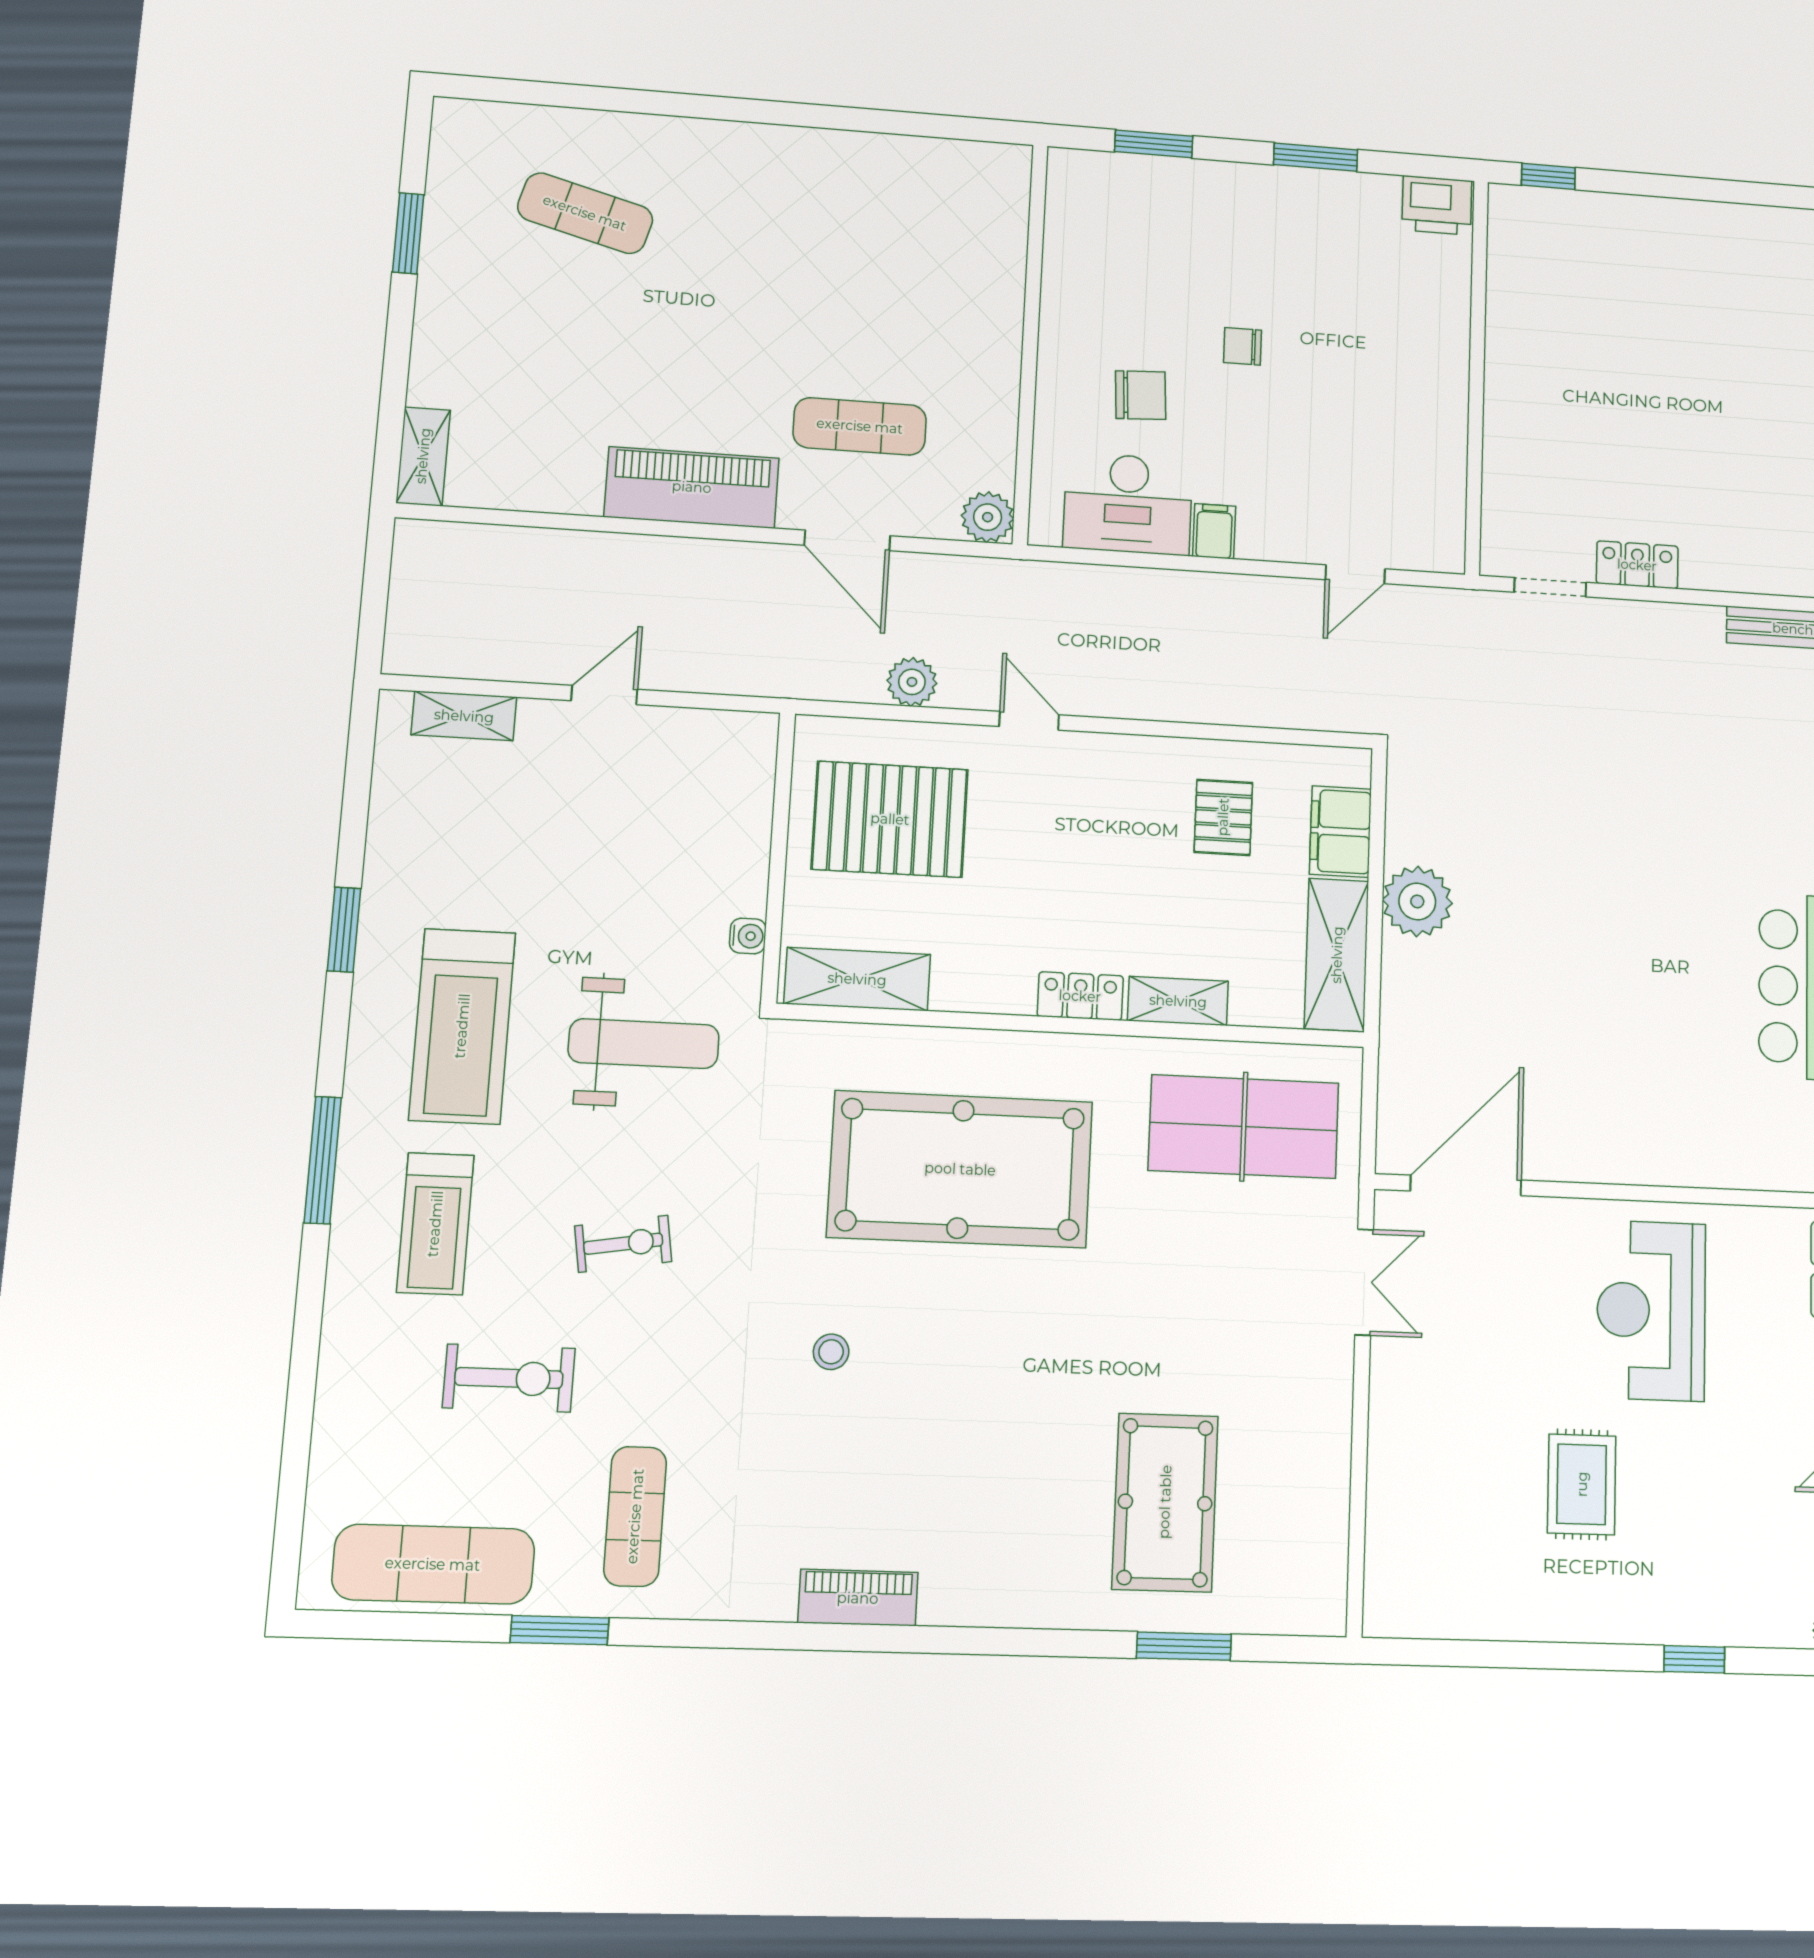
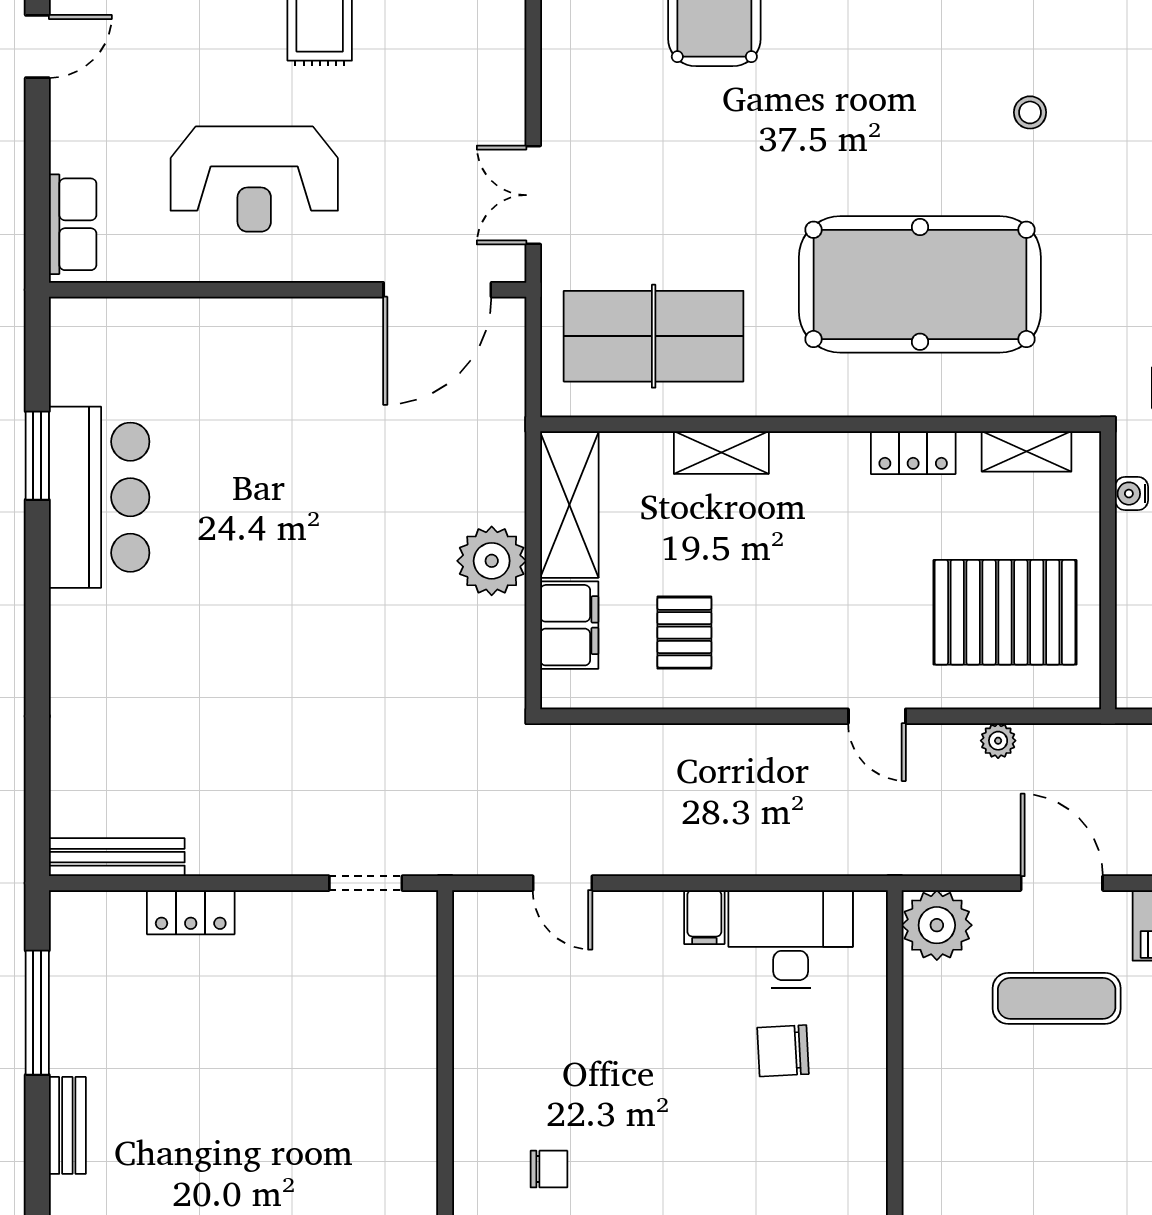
chair: (1243, 346) -> (549, 1169), moved
plant: (988, 517) -> (937, 925), width x1.36, depth x1.36
locker: (1637, 565) -> (191, 912), moved
door: (1355, 574) -> (562, 883), swing flipped
plant: (912, 682) -> (998, 741), width x0.73, depth x0.73
shelving: (857, 979) -> (1027, 451), width x0.67, depth x0.75
locker: (1080, 996) -> (913, 453), moved
reception desk: (1651, 1310) -> (254, 179), turned 90

